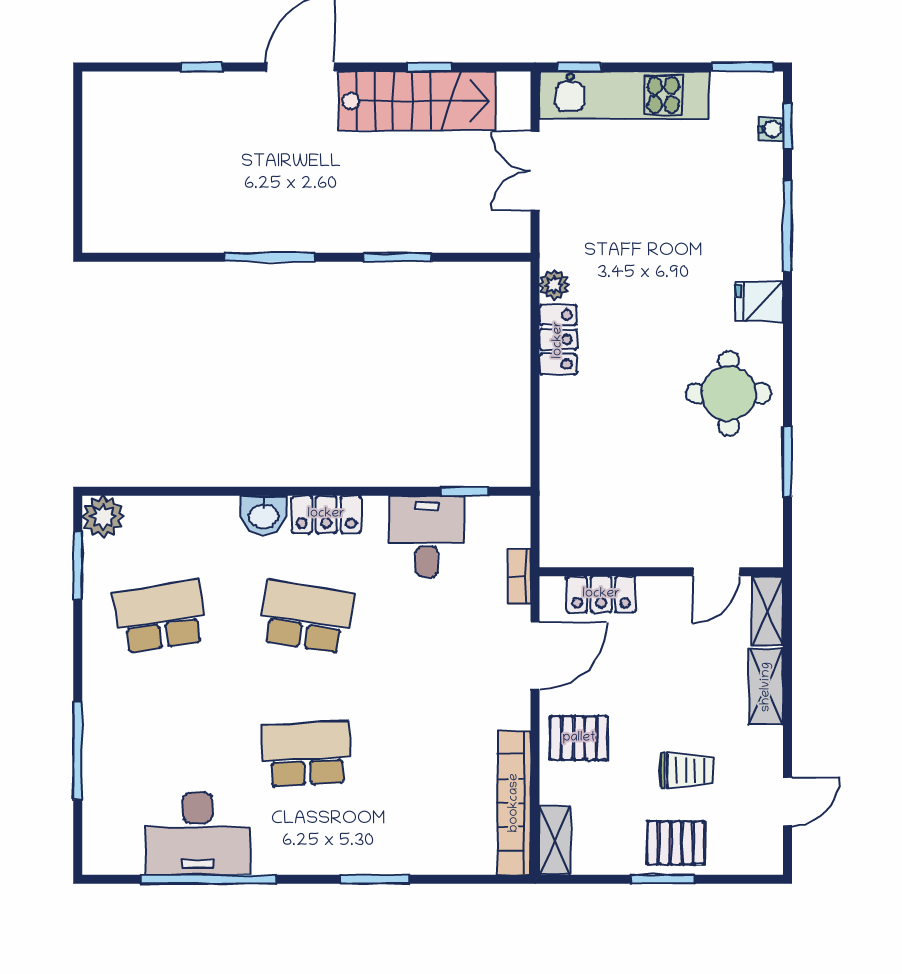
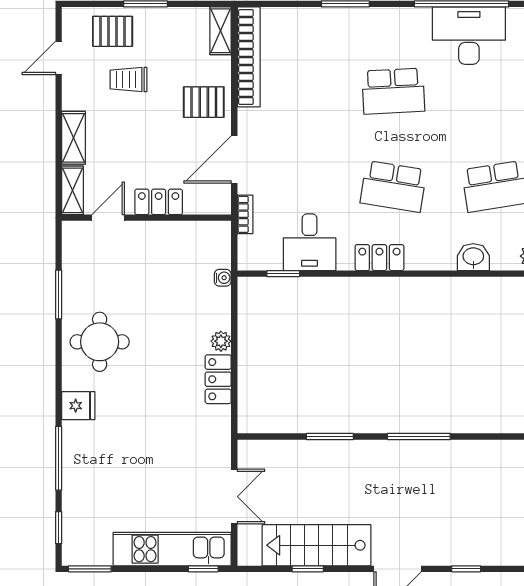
water cooler: (771, 129) -> (223, 278), moved, turned 180
plant: (554, 285) -> (221, 341), moved
washbasin: (263, 515) -> (473, 257), moved
locker: (601, 594) -> (159, 202), moved
pallet: (676, 843) -> (113, 31), moved

